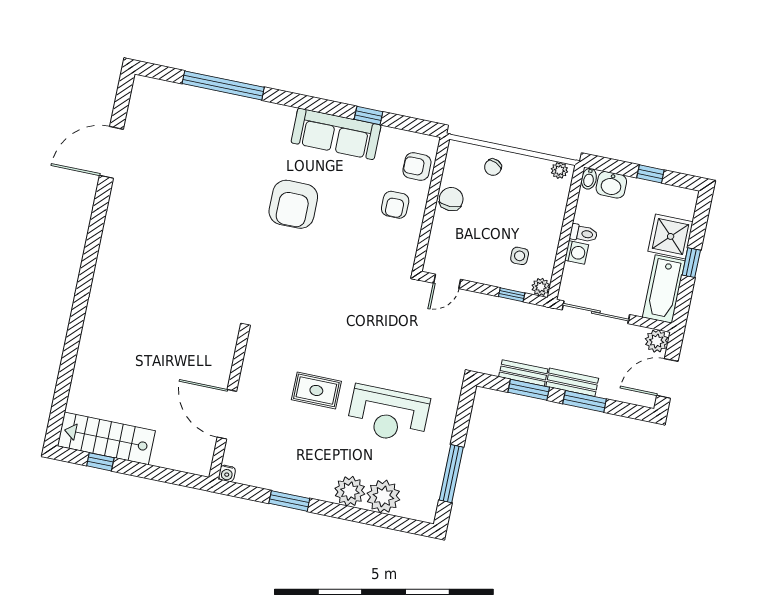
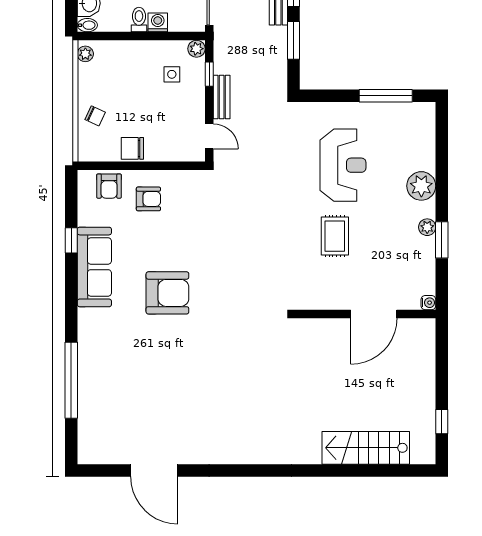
bench: (523, 373) -> (222, 97), moved
stairs: (106, 438) -> (366, 448), moved, turned 90
plant: (383, 496) -> (427, 227), moved, width x0.53, depth x0.53

